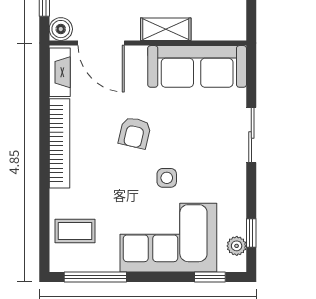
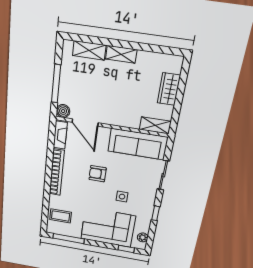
shelving: (166, 29) -> (155, 125), moved
armchair: (135, 133) -> (98, 174), turned 77
sliding door: (251, 135) -> (163, 175), moved
side table: (167, 178) -> (122, 197), moved
window: (251, 233) -> (156, 213), moved

